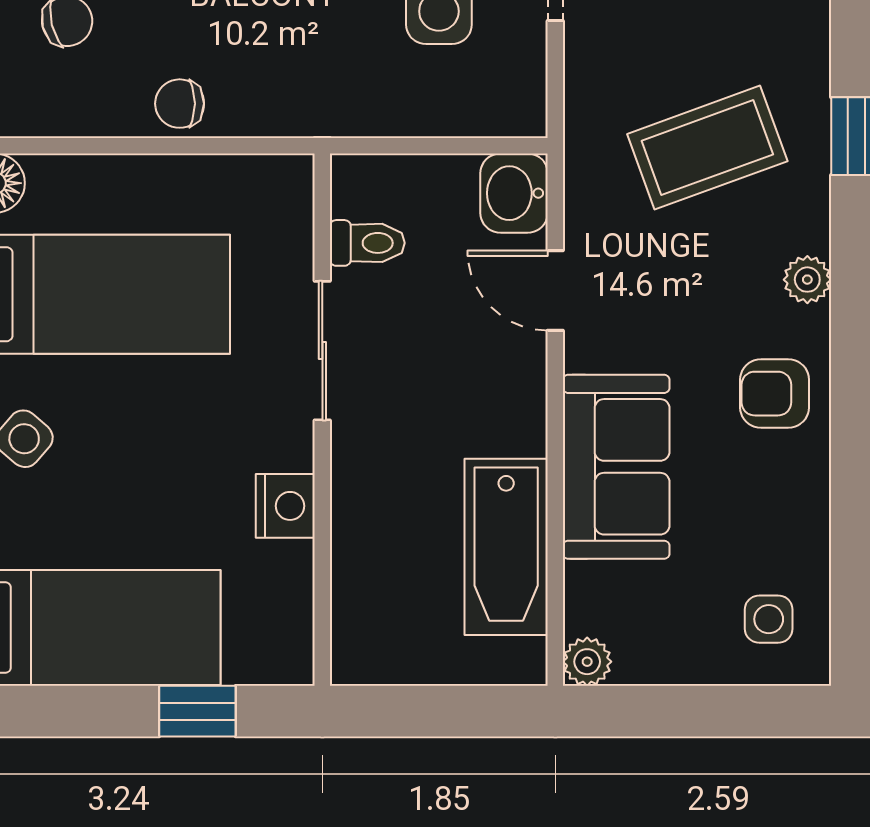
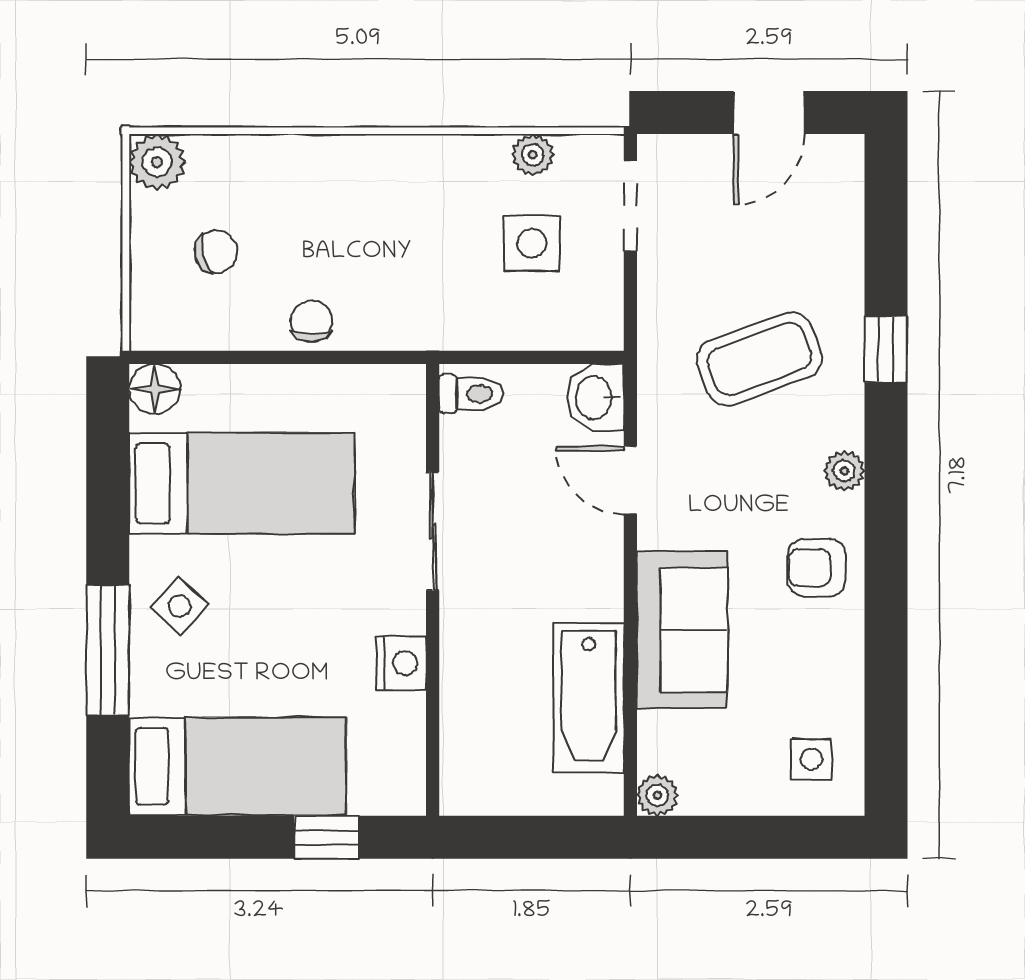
chair: (180, 104) -> (312, 322), turned 90
toilet: (367, 243) -> (471, 394), moved

